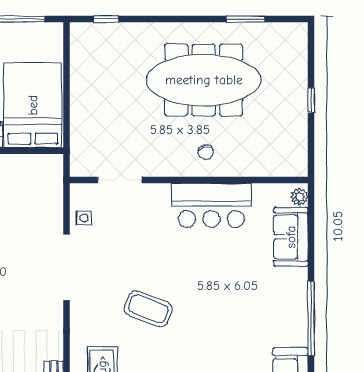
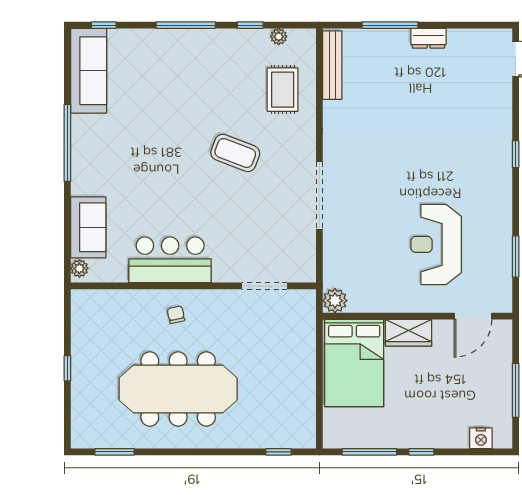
window: (245, 19) -> (115, 452), moved
plant: (52, 166) -> (335, 301), added
side table: (84, 218) -> (301, 247), removed

